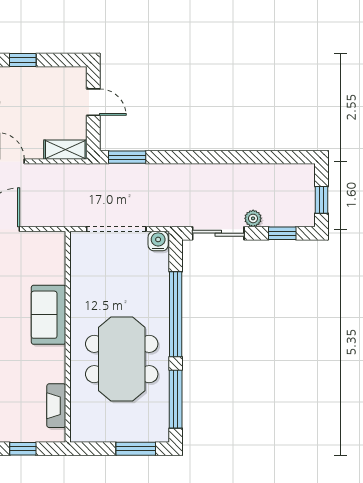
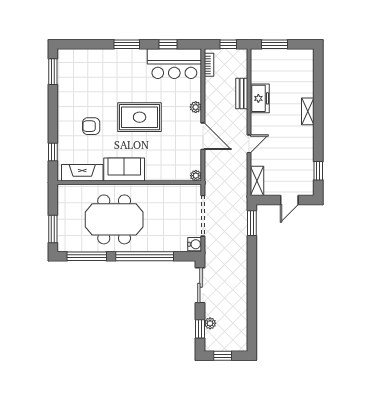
window: (23, 60) -> (318, 171), moved
plant: (253, 218) -> (210, 323), moved
plant: (58, 239) -> (196, 176), added
sofa: (49, 315) -> (124, 169), moved
fireplace: (56, 406) -> (82, 173), width x1.37, depth x1.32

